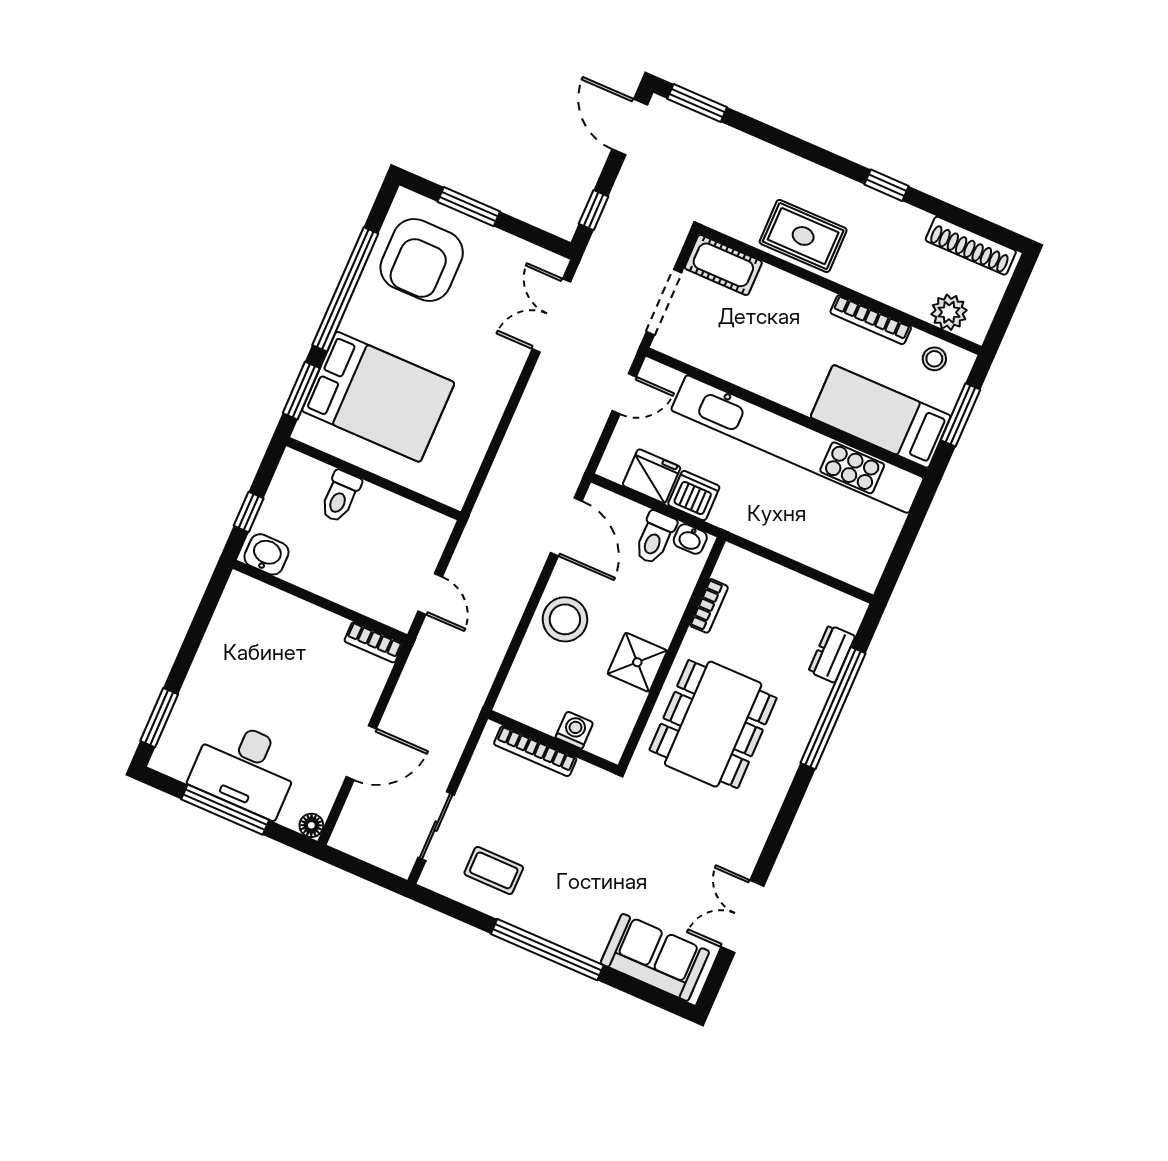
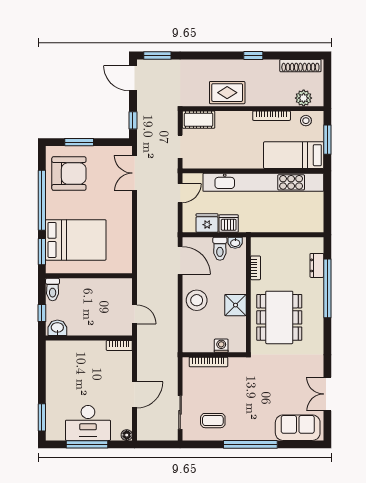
armchair: (422, 260) -> (69, 174), turned -90
doorway: (664, 302) -> (180, 147), width x0.73
toilet: (340, 496) -> (53, 289), moved

